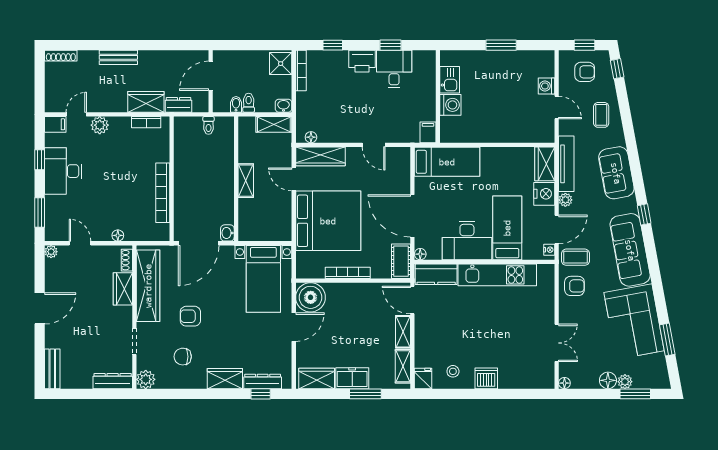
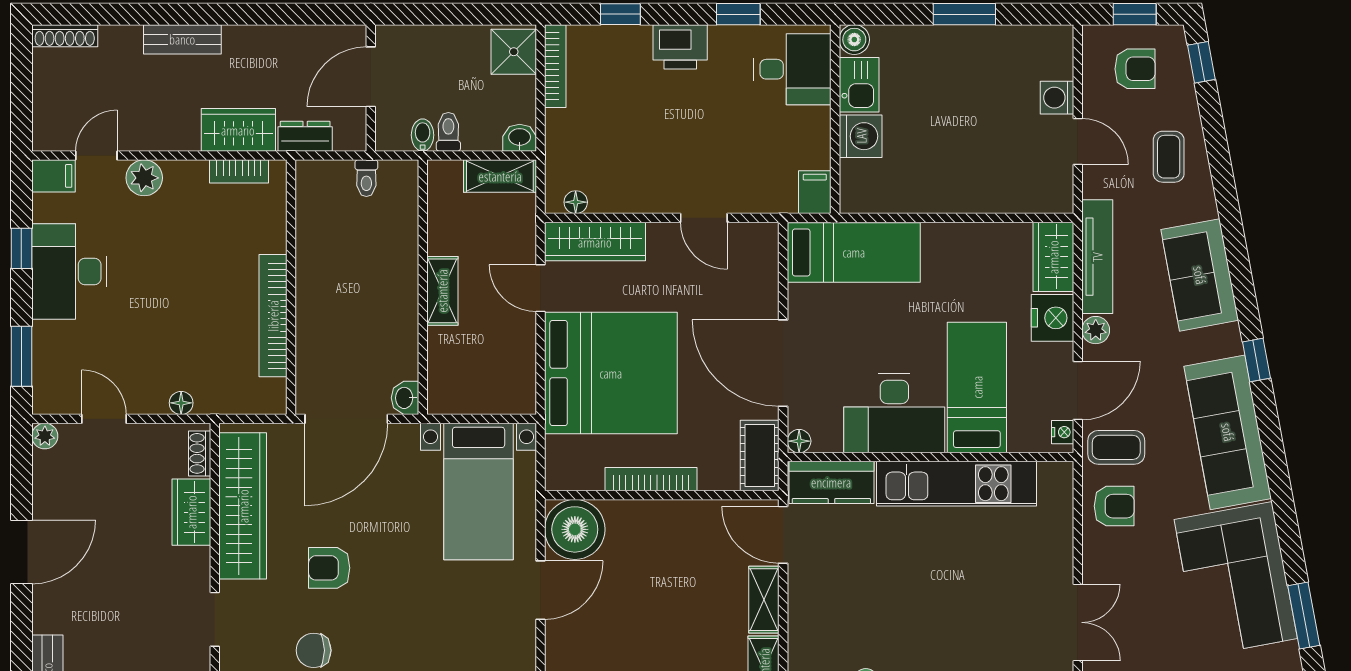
boiler: (447, 58) -> (854, 40), added
desk: (394, 69) -> (792, 69), moved, turned 90

